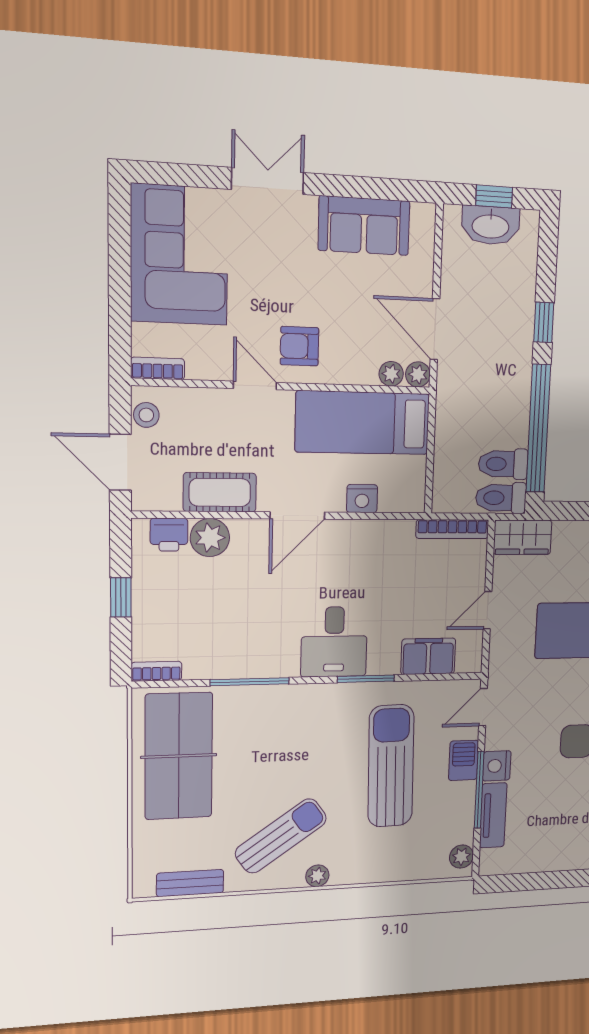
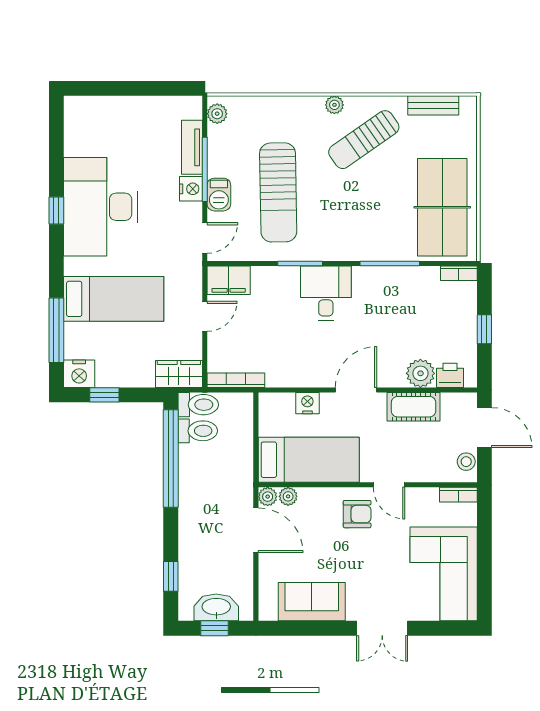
window: (544, 322) -> (171, 576), moved
filing cabinet: (428, 656) -> (229, 280), moved

